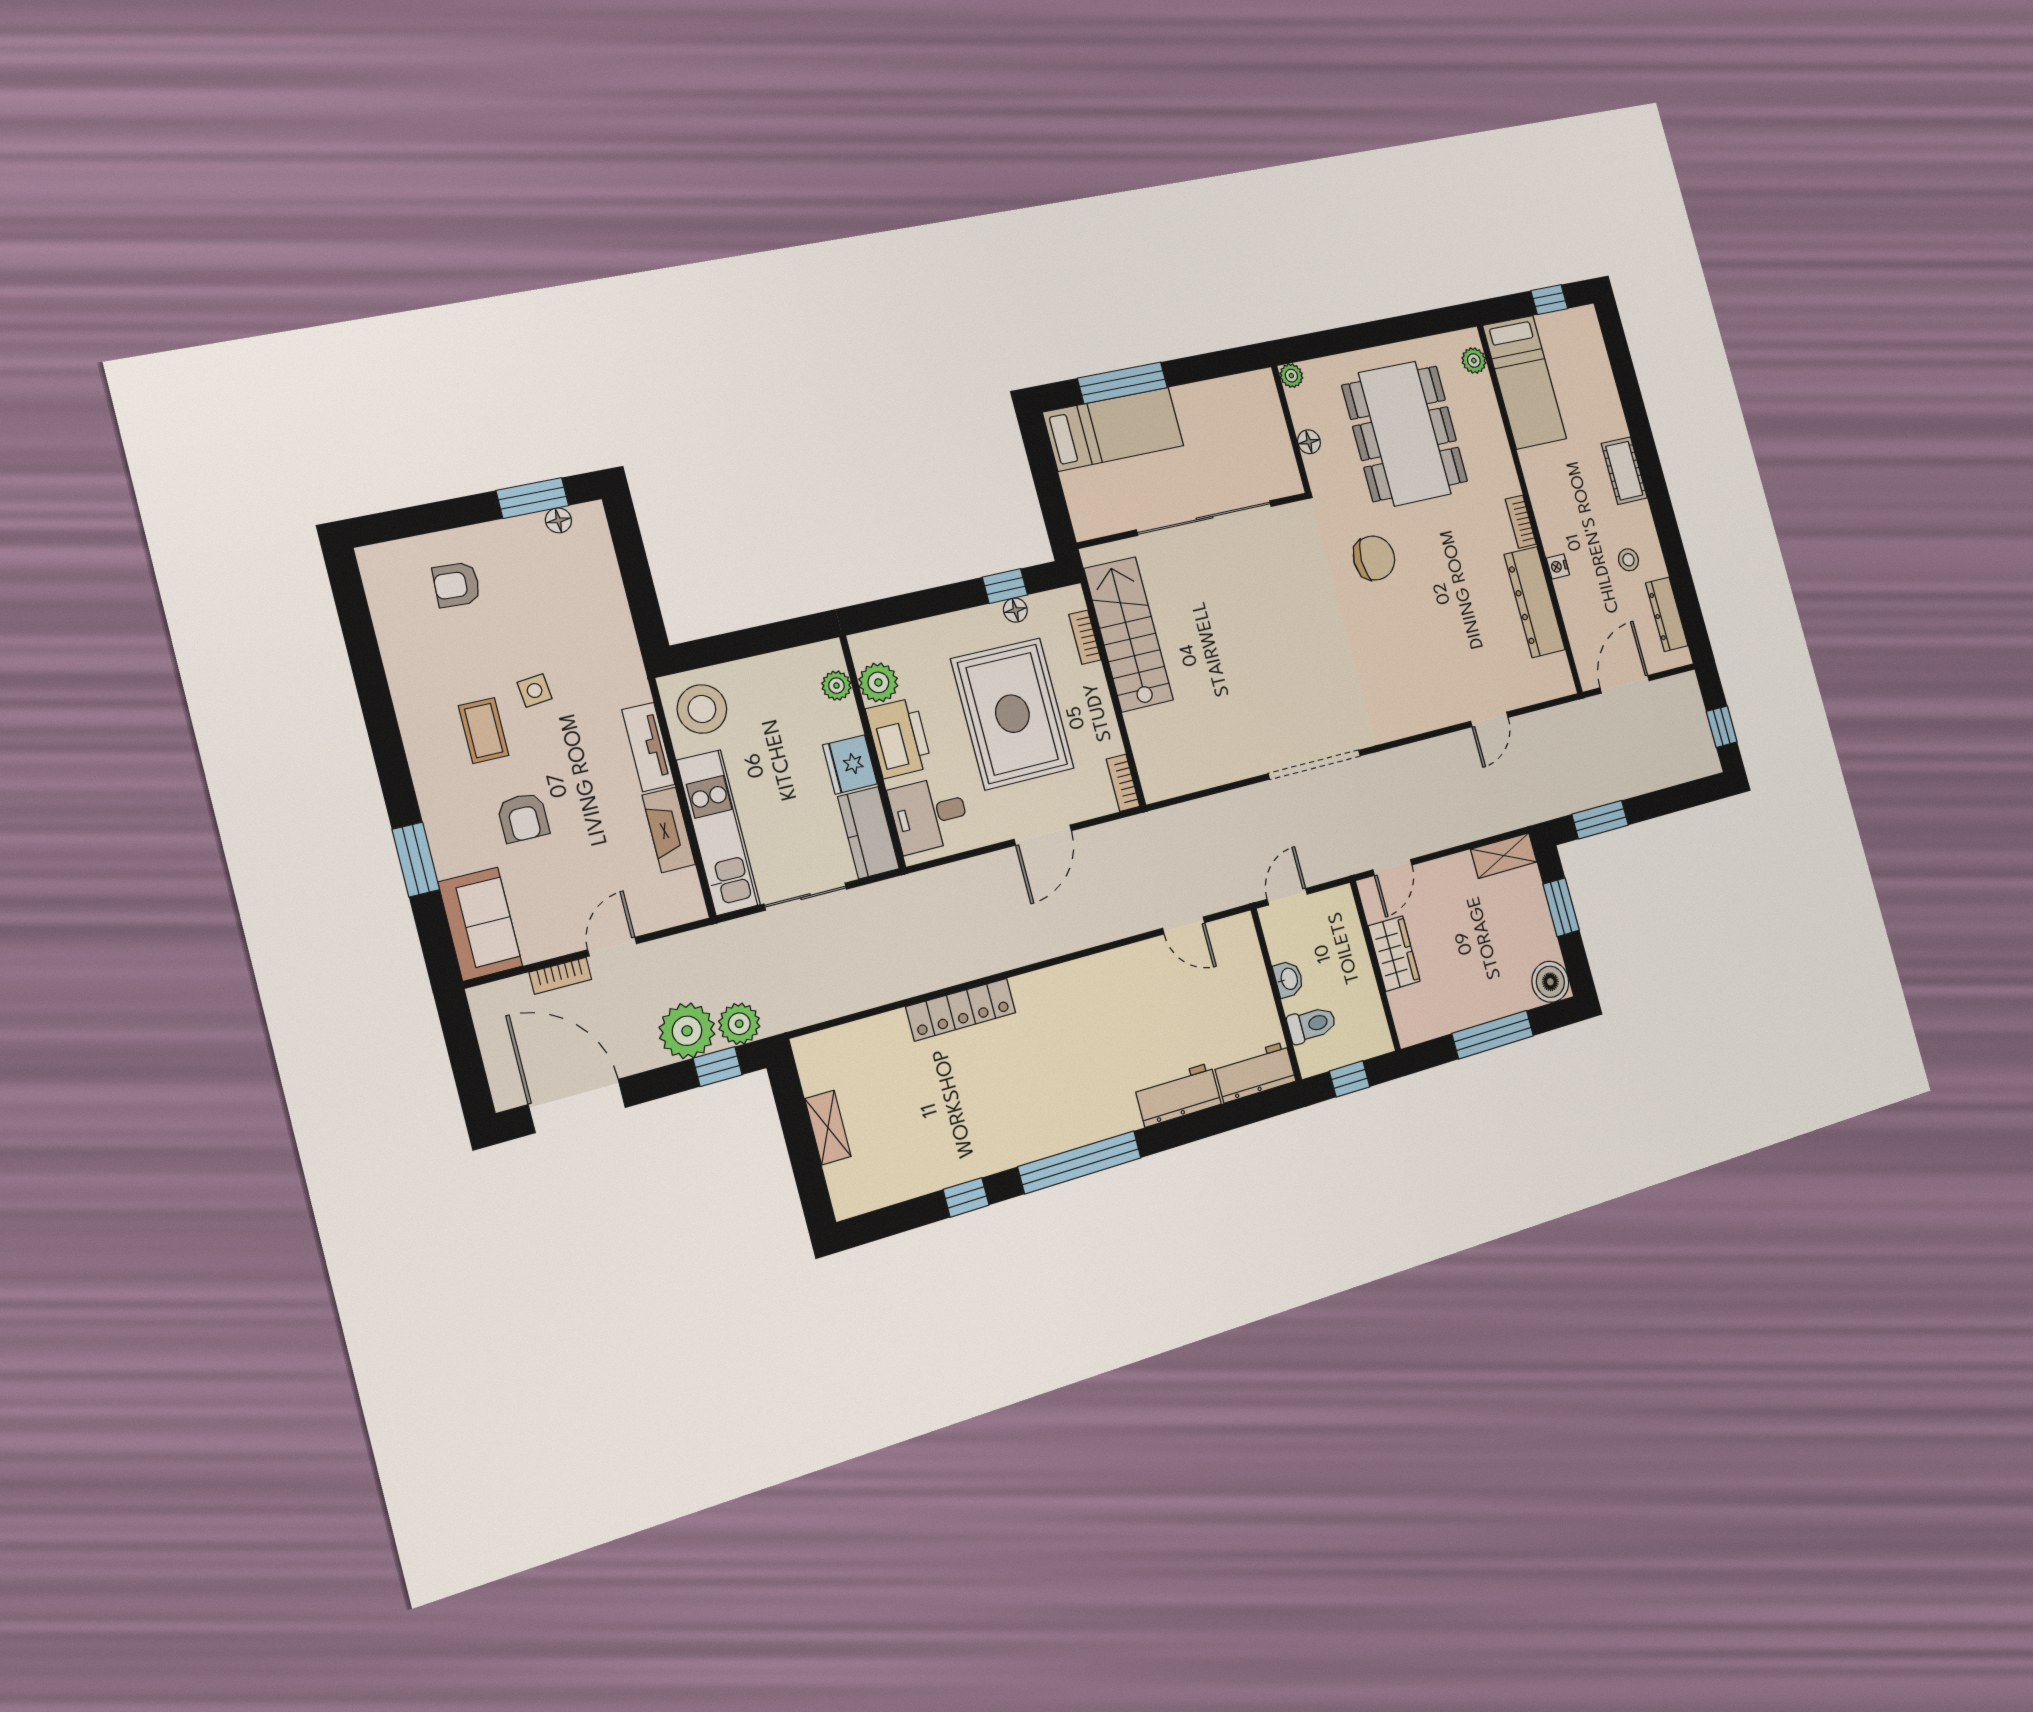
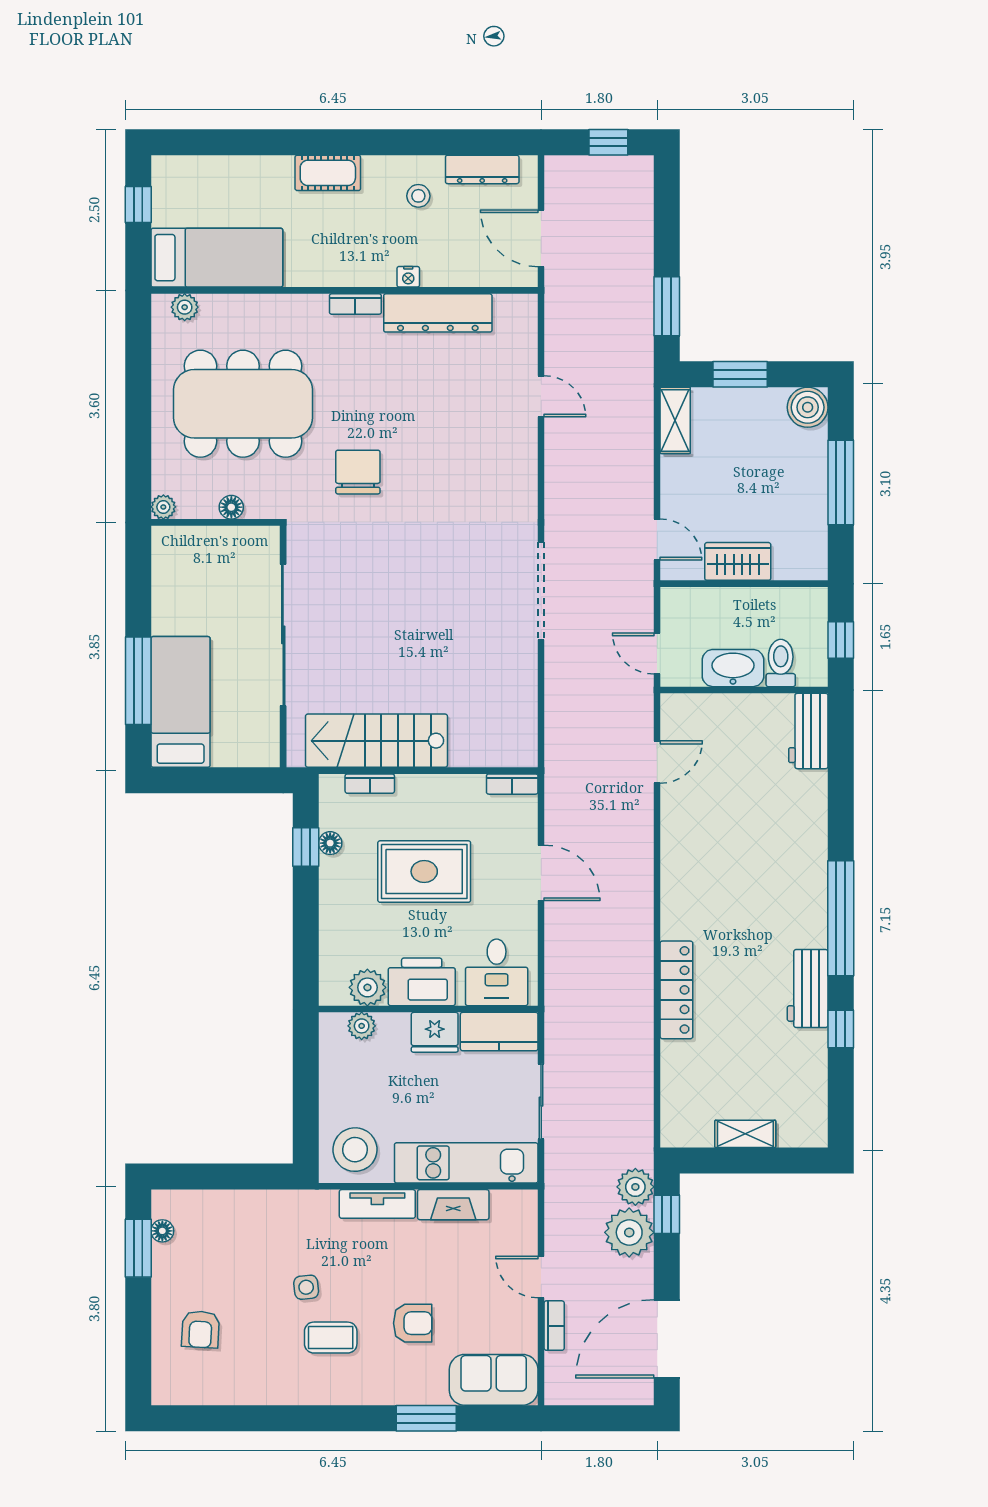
rug: (1012, 714) -> (424, 872), width x0.73, depth x0.69
washbasin: (1289, 979) -> (733, 668), width x1.91, depth x1.45
workbench: (1178, 1095) -> (808, 988), moved

